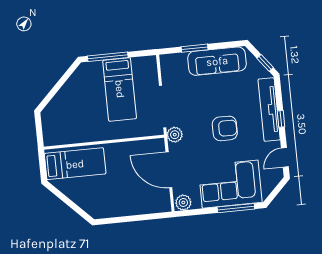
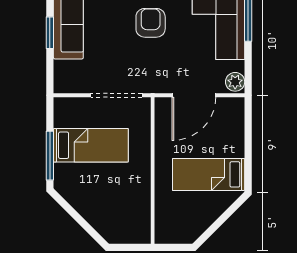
window: (195, 48) -> (50, 33), moved
plant: (175, 135) -> (152, 84), removed
bed: (75, 164) -> (209, 174), moved, turned -90

